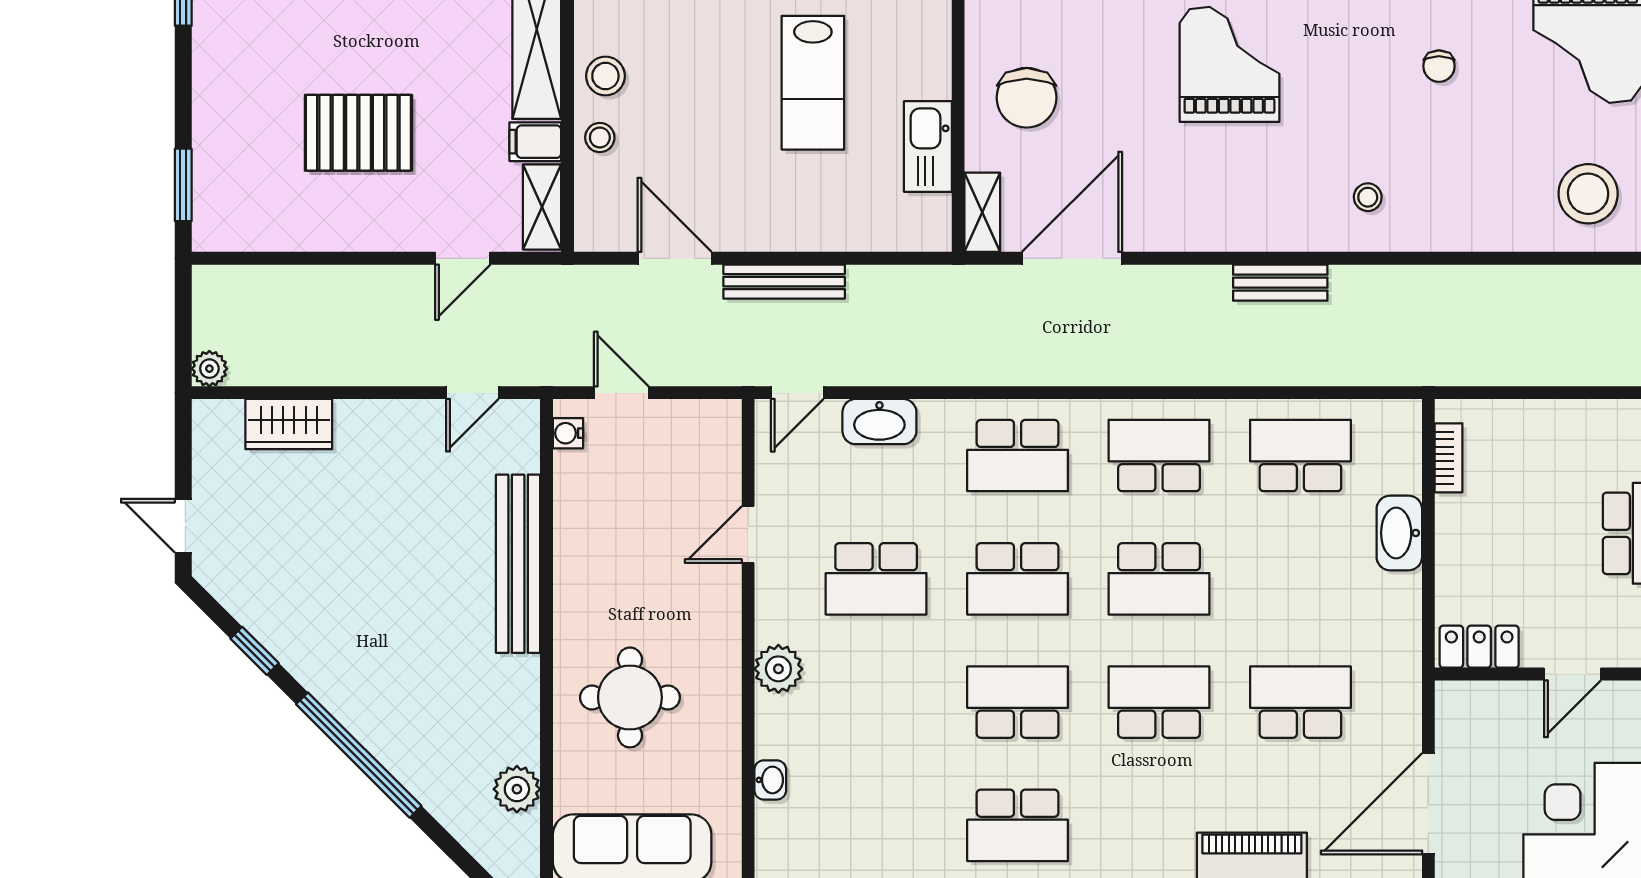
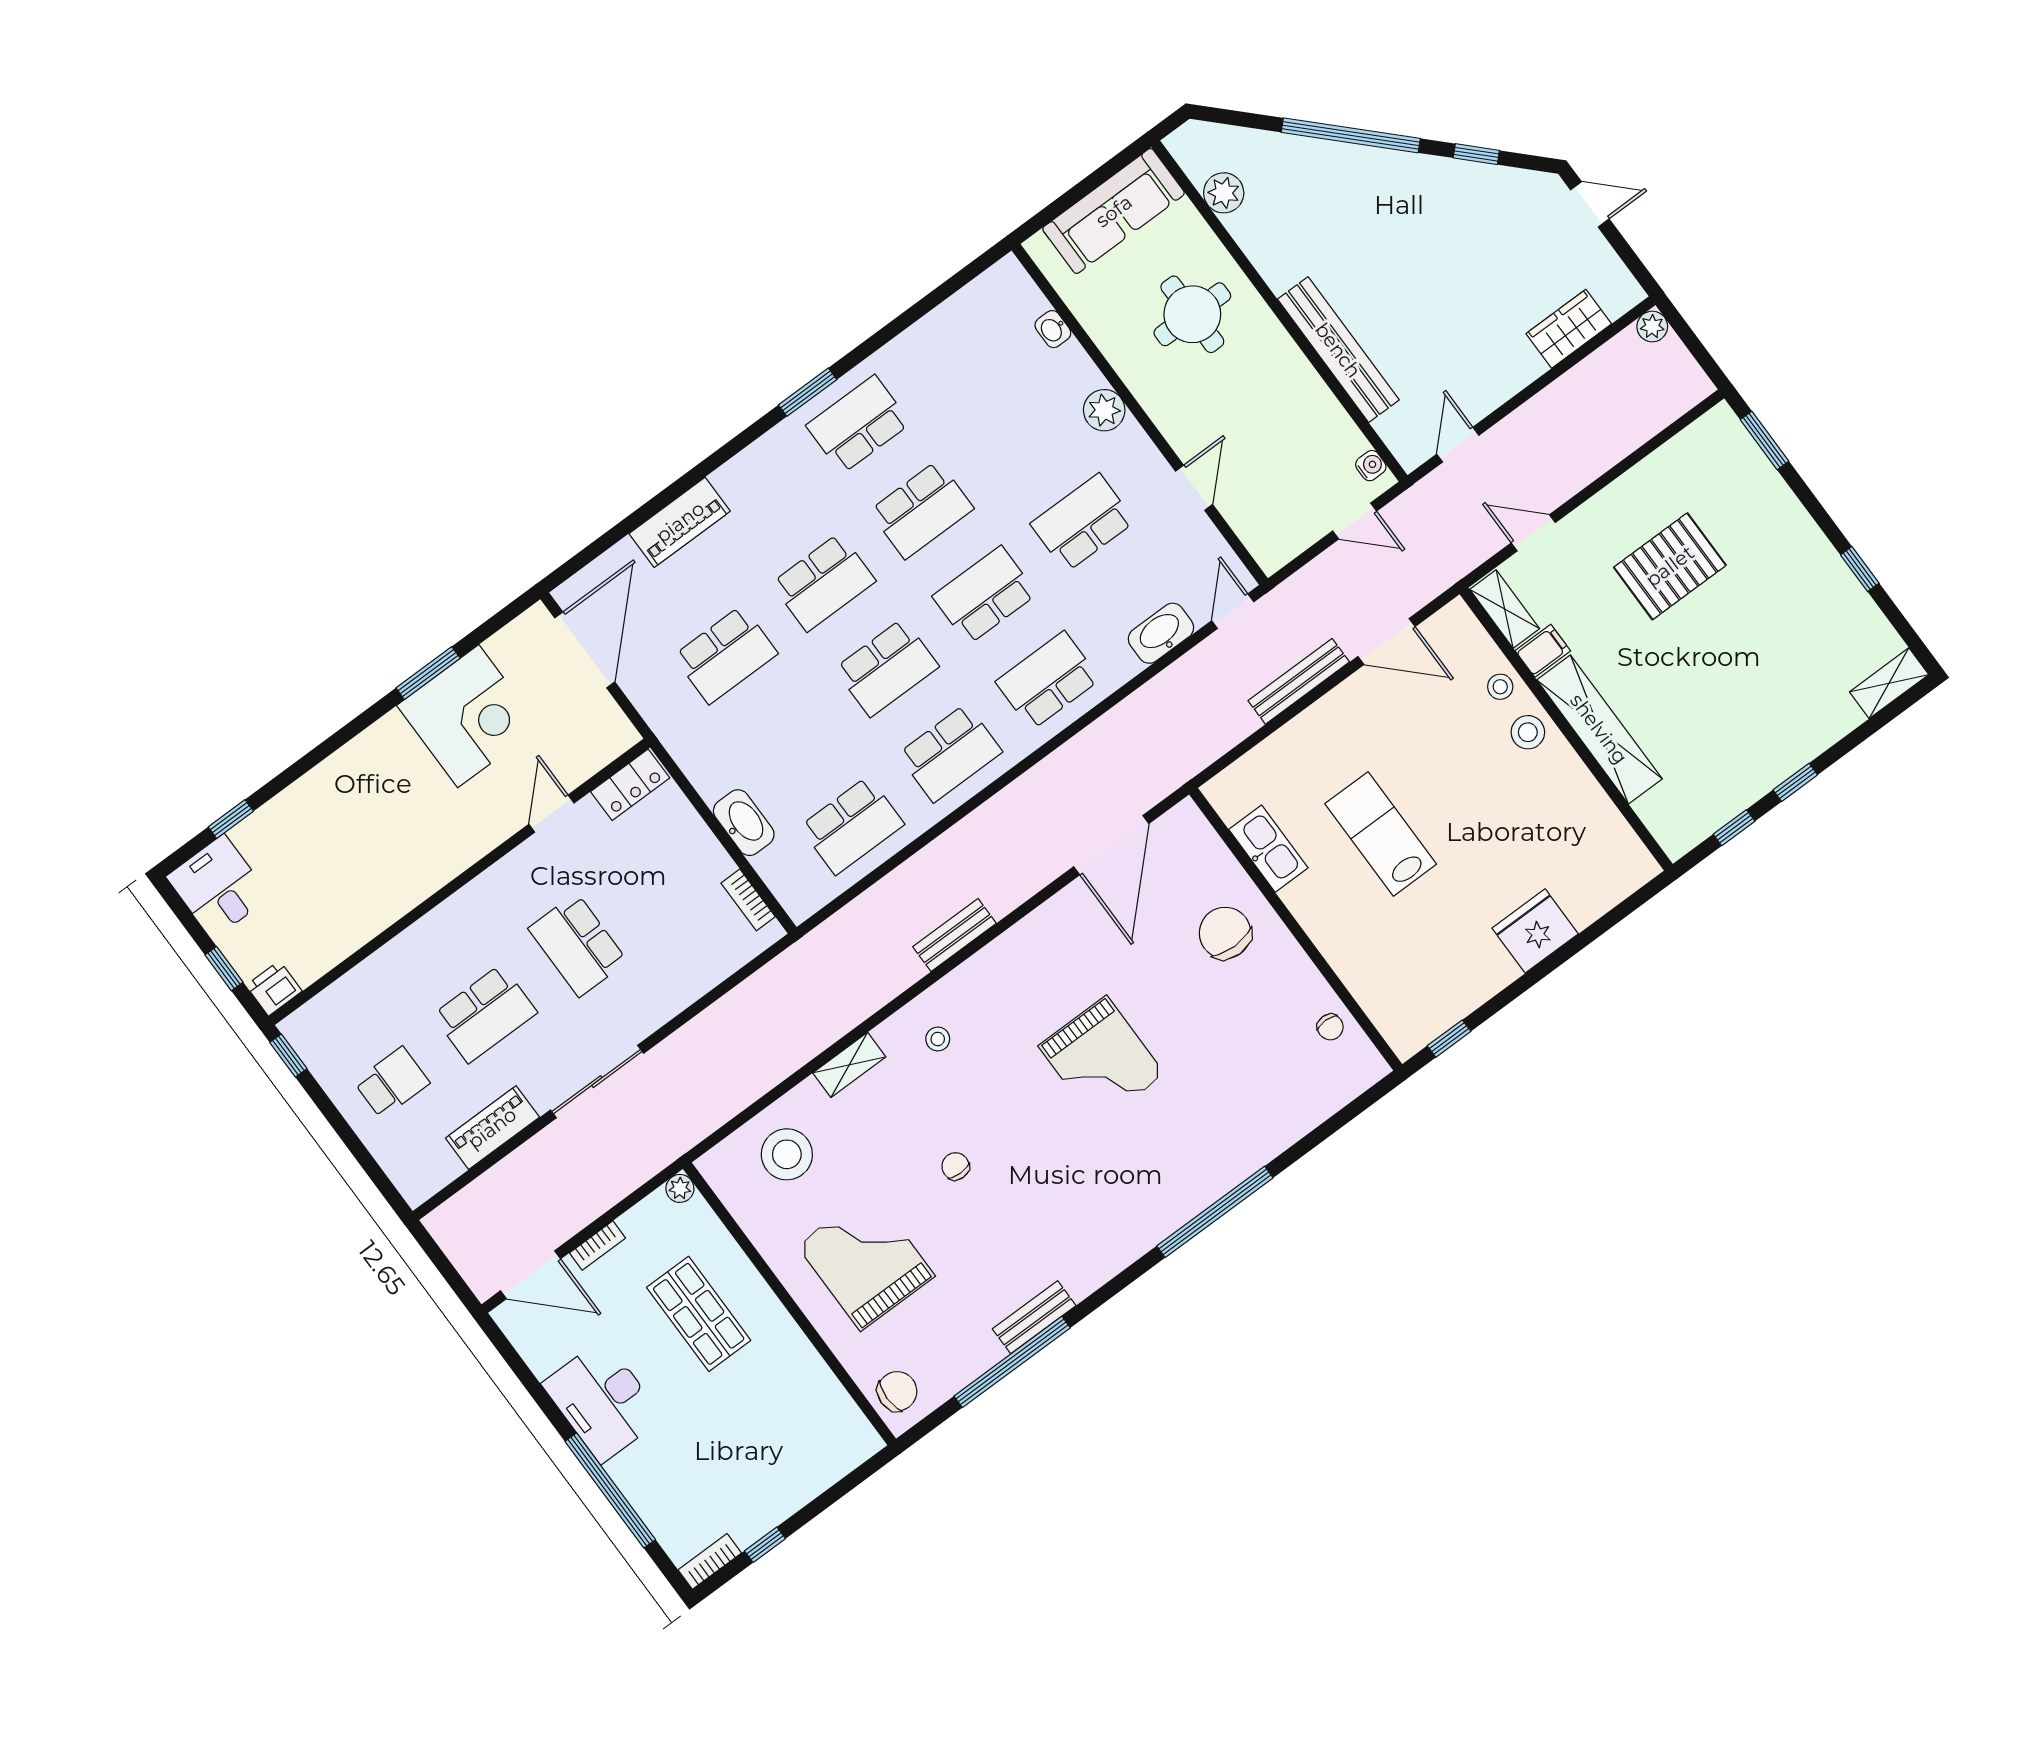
shelving: (982, 212) -> (849, 1065), moved, turned 90
door: (463, 258) -> (1533, 533), hinge flipped
school desk: (1159, 579) -> (887, 668), turned 180

